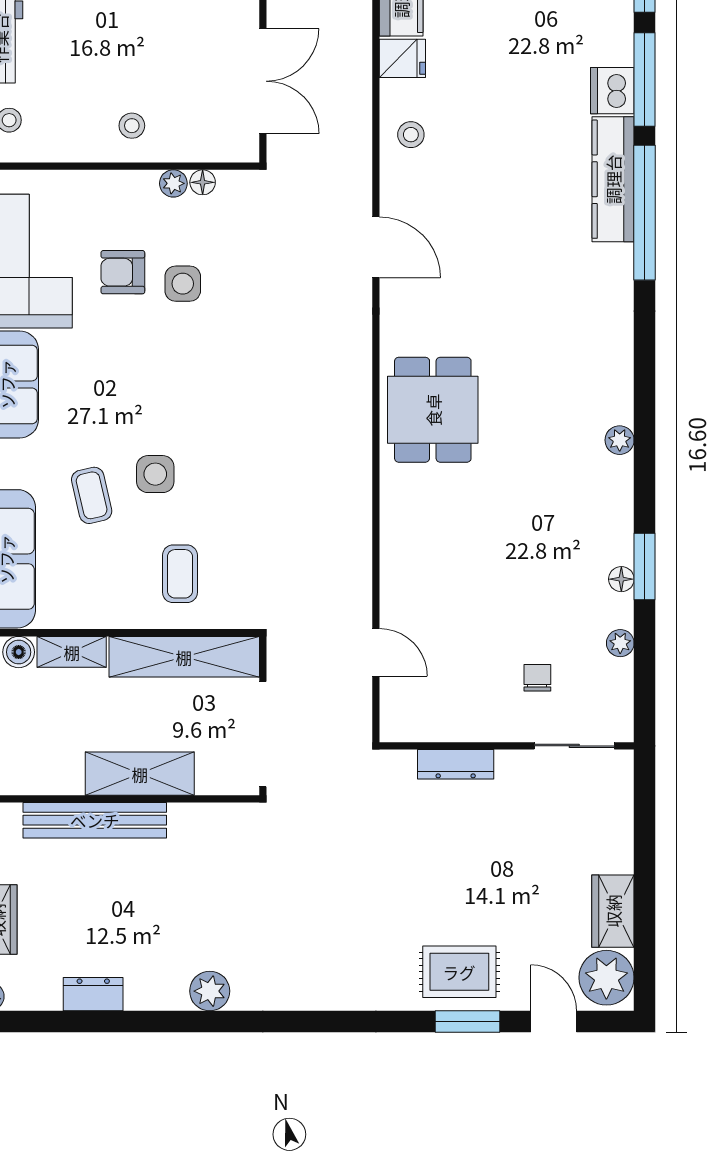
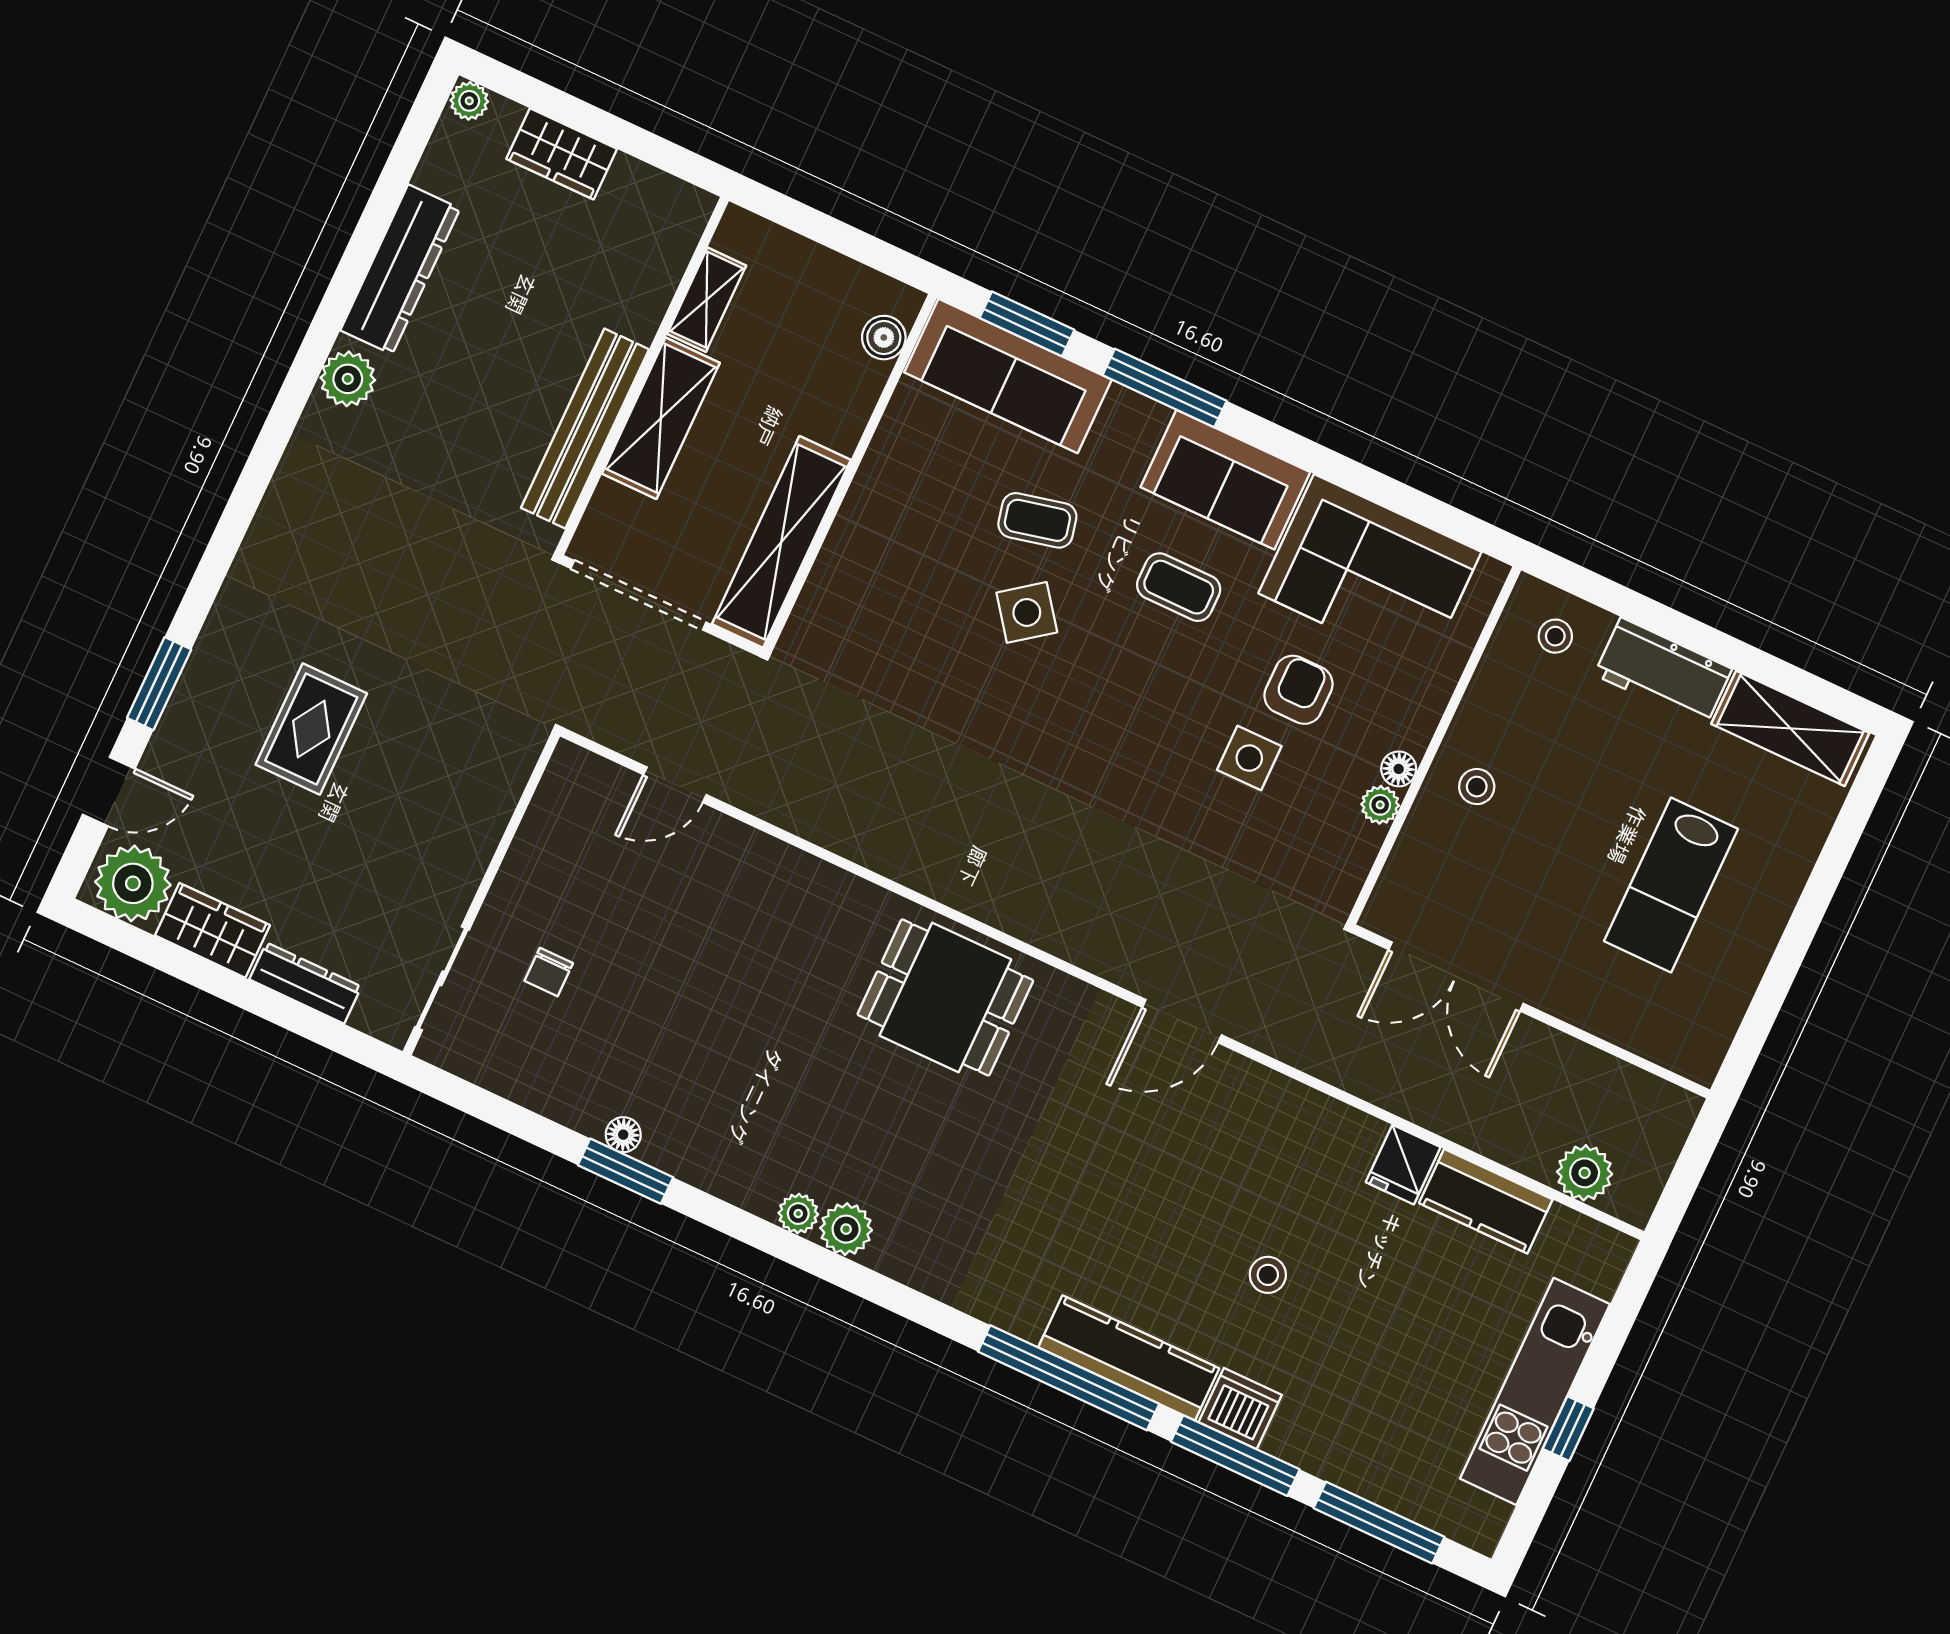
stool: (411, 135) -> (1268, 1275), moved
floor lamp: (203, 182) -> (1399, 769), moved
side table: (155, 474) -> (1027, 612), turned -37
coffee table: (180, 574) -> (1179, 587), moved
plant: (620, 643) -> (846, 1229), moved, width x1.38, depth x1.38
shelving: (72, 652) -> (707, 300), moved
chair: (537, 678) -> (549, 972), turned 90
dresser: (456, 764) -> (305, 983), moved, turned 90
bench: (95, 820) -> (585, 429), moved
rug: (459, 972) -> (311, 729), moved
dresser: (93, 994) -> (400, 269), width x1.96, depth x1.24

